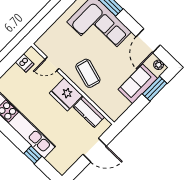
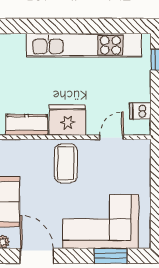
coffee table: (88, 73) -> (66, 163), turned 74
window: (33, 155) -> (41, 26), removed

